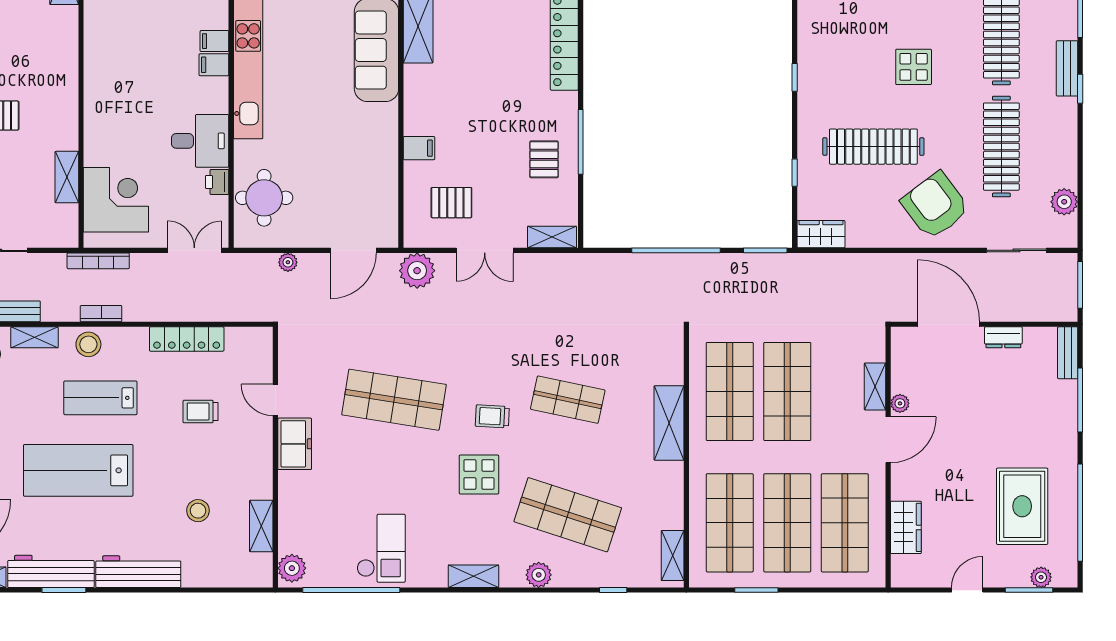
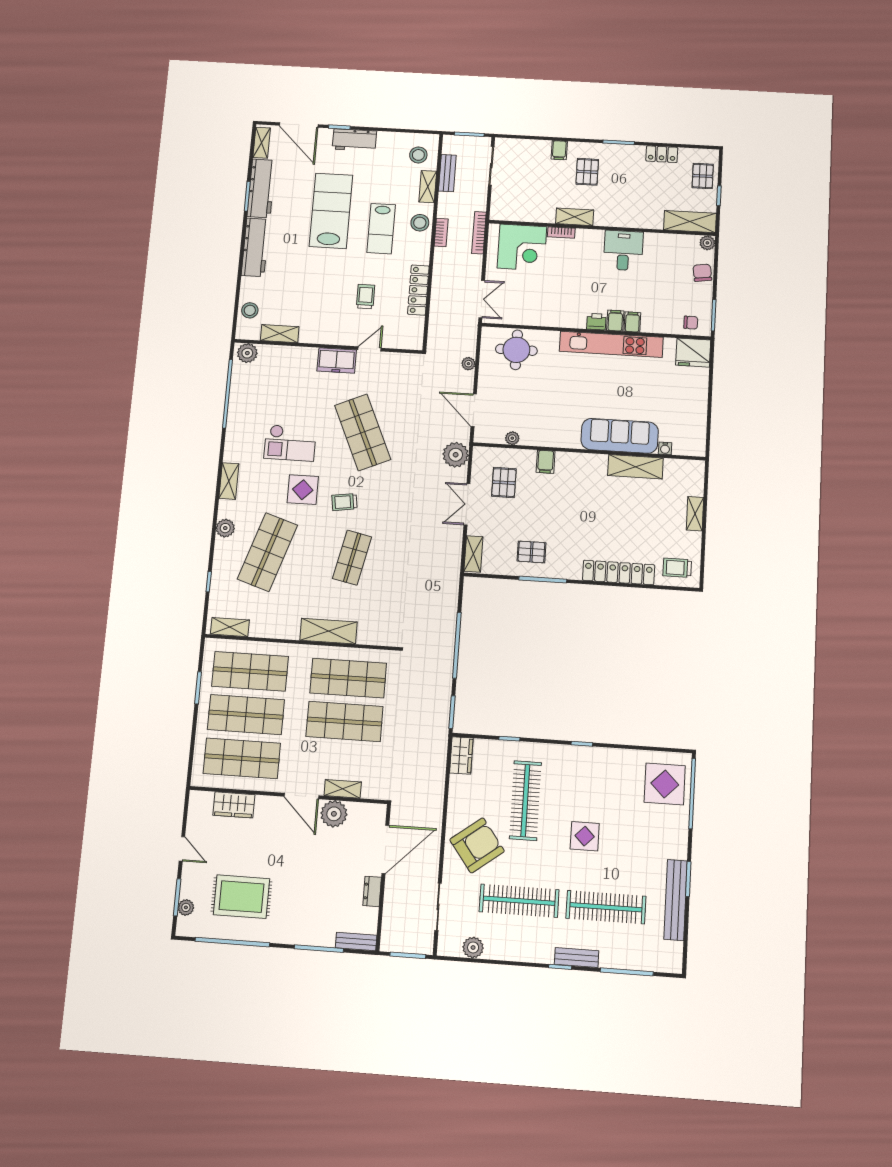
desk: (200, 141) -> (623, 250), moved, turned 180
bookcase: (91, 146) -> (561, 233), added
shelving: (67, 177) -> (575, 217), moved
printer: (217, 182) -> (596, 322), moved
plant: (389, 195) -> (512, 438), added
lab bench: (100, 398) -> (381, 229), turned 180
shop shelf: (394, 400) -> (363, 432), turned -33
plant: (900, 403) -> (334, 814), width x1.88, depth x1.88
trolley: (492, 416) -> (344, 502), turned -101
stool: (198, 511) -> (250, 310), moved
checkout: (381, 548) -> (290, 443), moved

